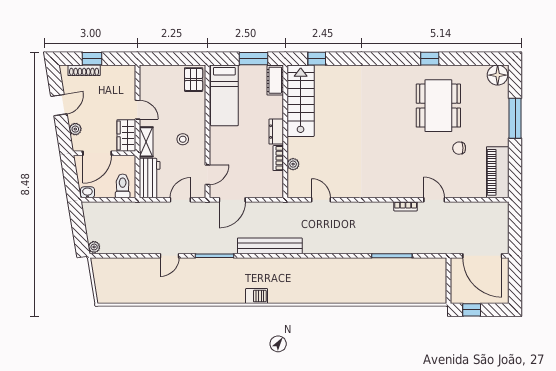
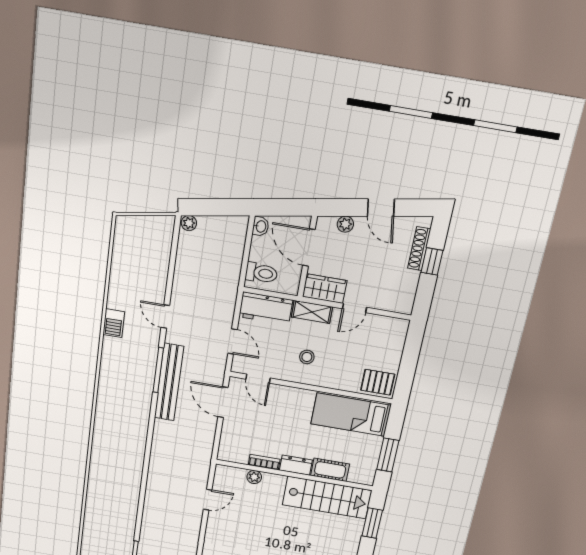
window: (317, 59) -> (372, 523), width x1.50
cot: (275, 80) -> (330, 470), moved
bench: (270, 246) -> (169, 382), moved
barbecue: (257, 296) -> (114, 323), moved

